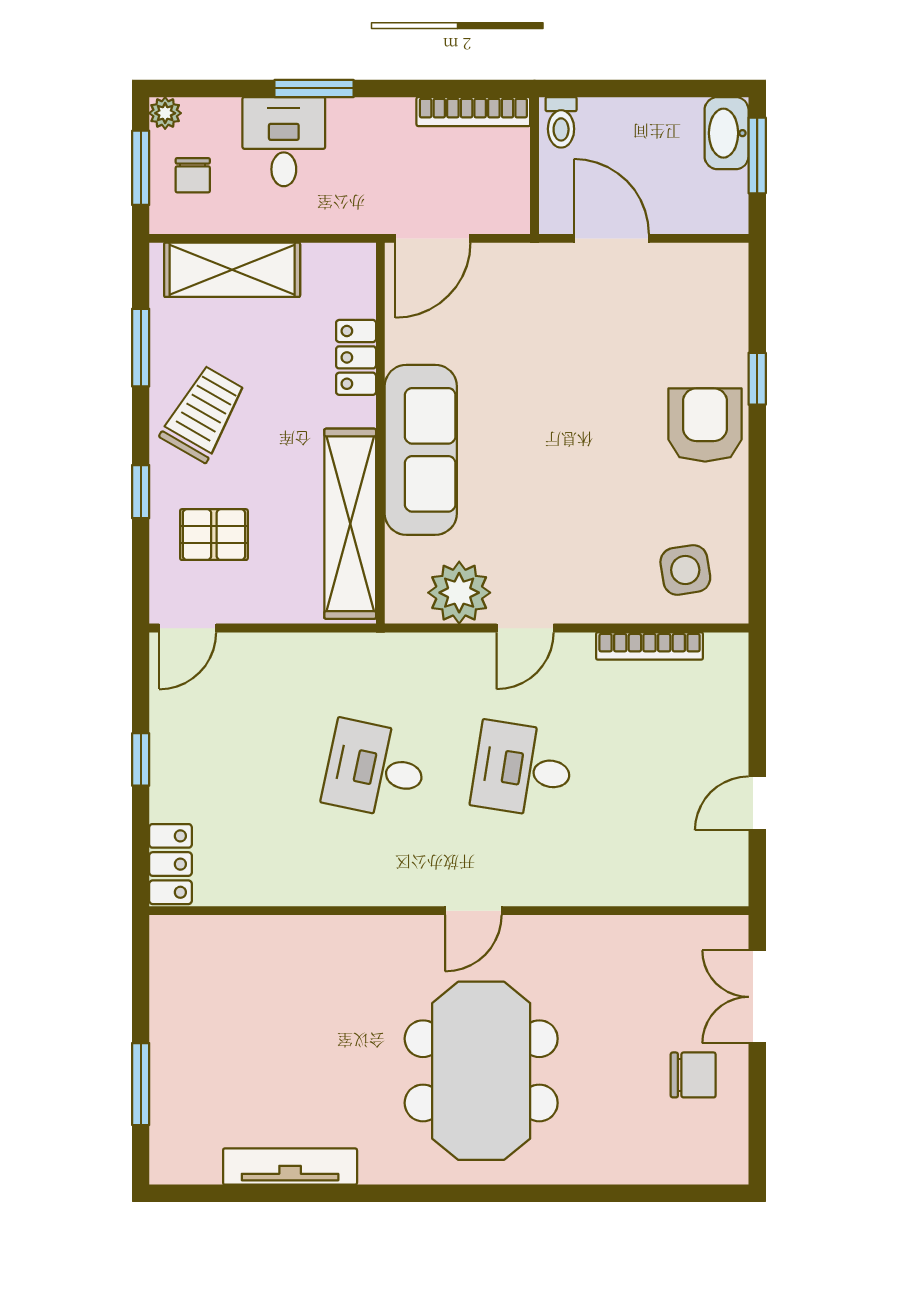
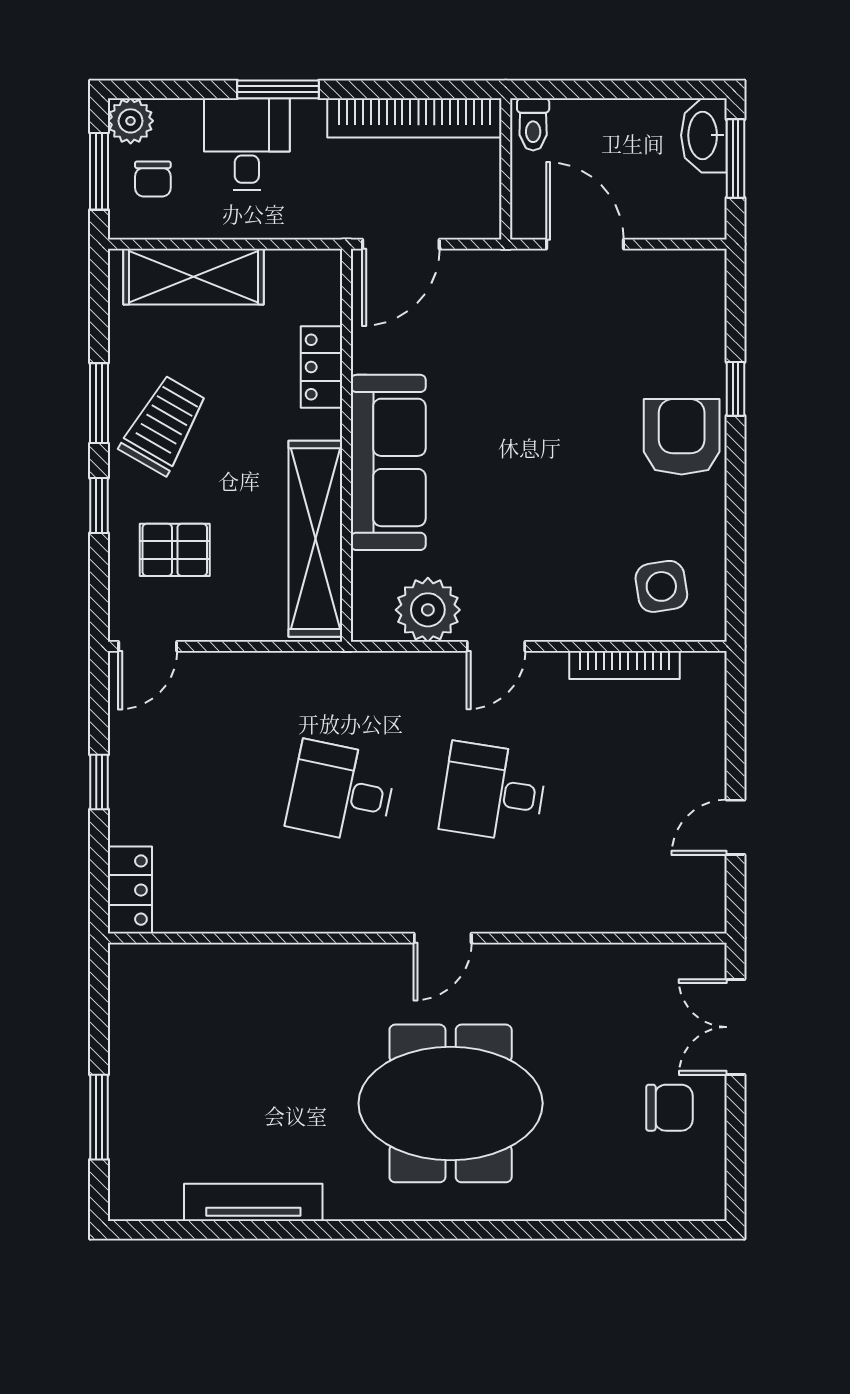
bookcase: (473, 112) -> (414, 118), width x1.48, depth x1.31
plant: (165, 113) -> (131, 121), width x1.38, depth x1.38
window: (141, 348) -> (99, 403), moved
meeting table: (481, 1071) -> (451, 1103), turned 90

